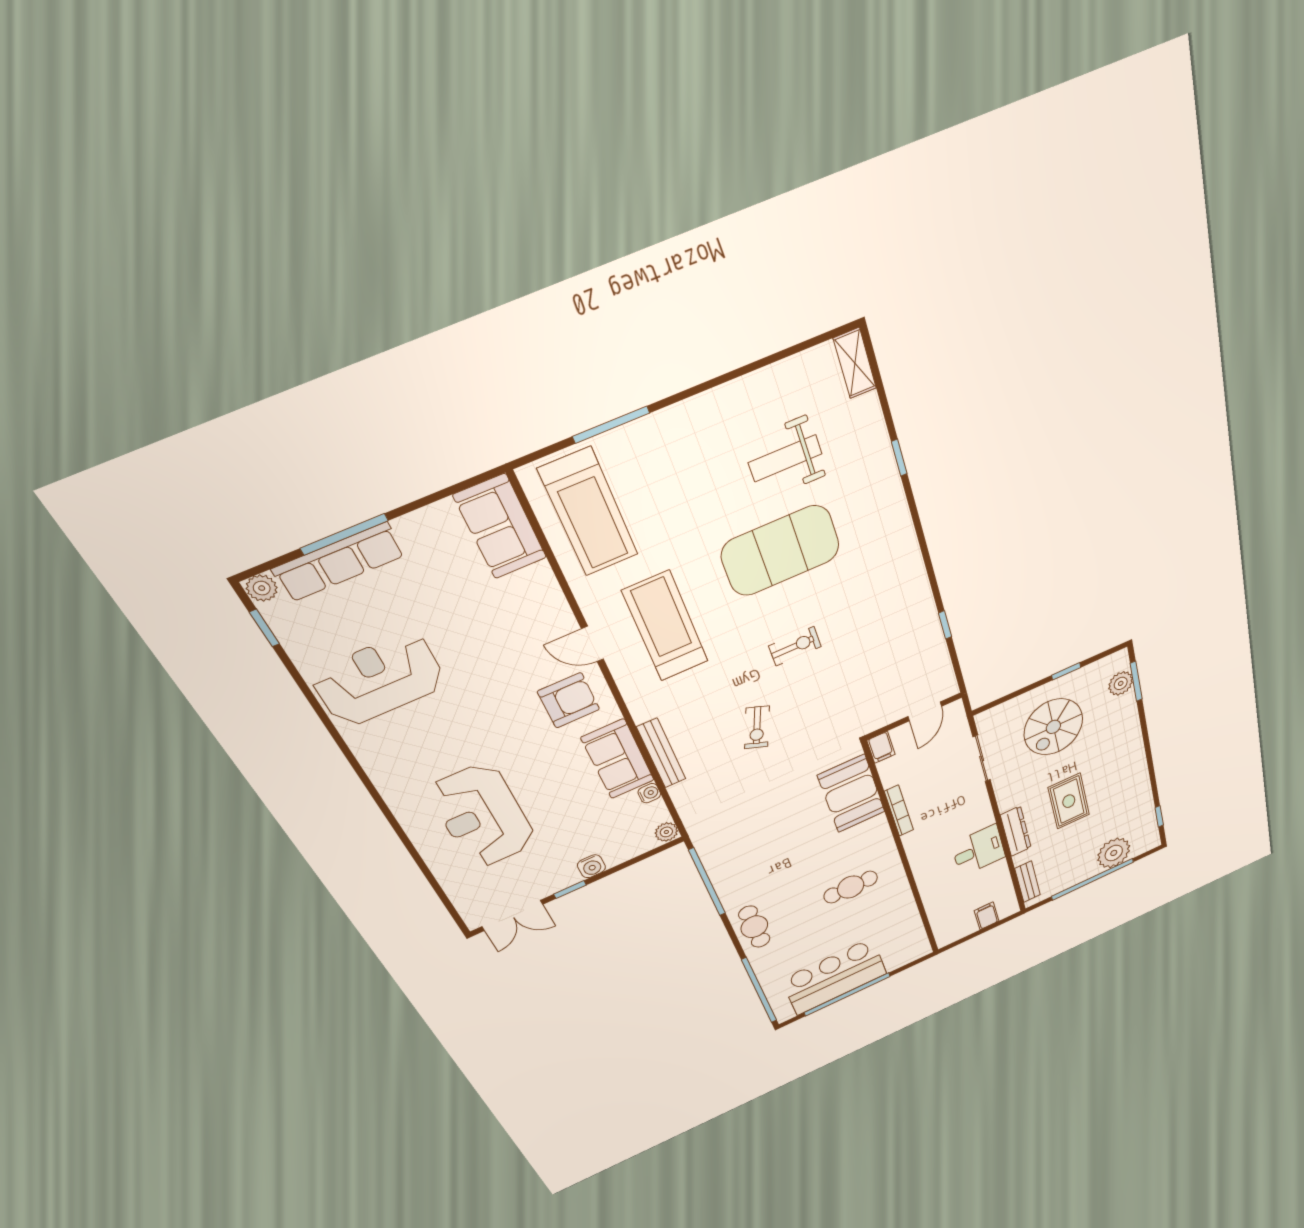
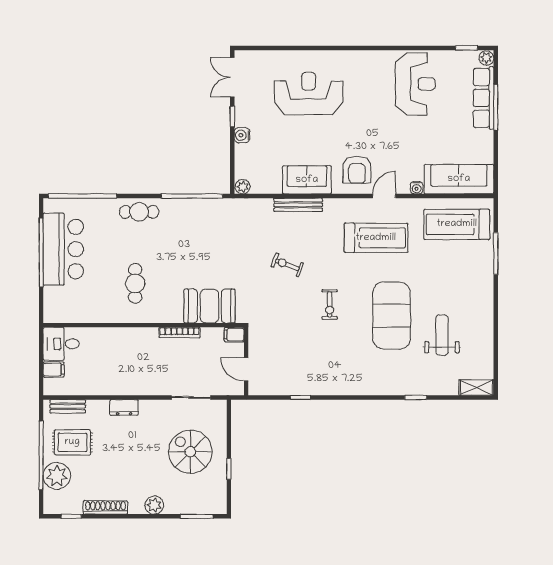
sofa: (500, 527) -> (459, 179), width x1.36
plant: (1121, 683) -> (154, 505), moved
shoe rack: (1142, 787) -> (105, 507), added
water cooler: (649, 793) -> (417, 188), moved
rug: (1069, 801) -> (72, 442), moved
dresser: (1016, 831) -> (124, 407), width x0.70
desk: (978, 850) -> (61, 344), moved, turned 90

